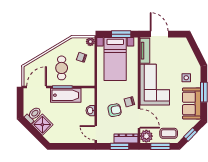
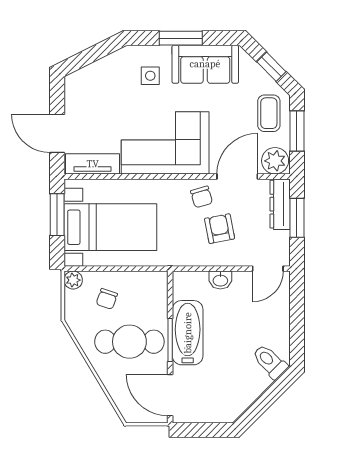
door: (159, 34) -> (57, 133), hinge flipped
cafe table: (62, 68) -> (129, 342), width x1.37, depth x1.35
toilet: (33, 115) -> (270, 362), moved
shower: (42, 125) -> (251, 383), removed

